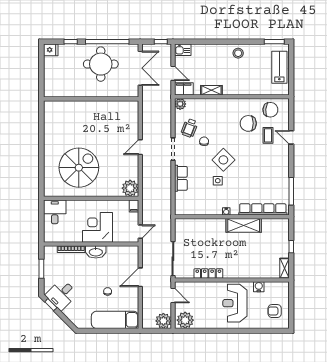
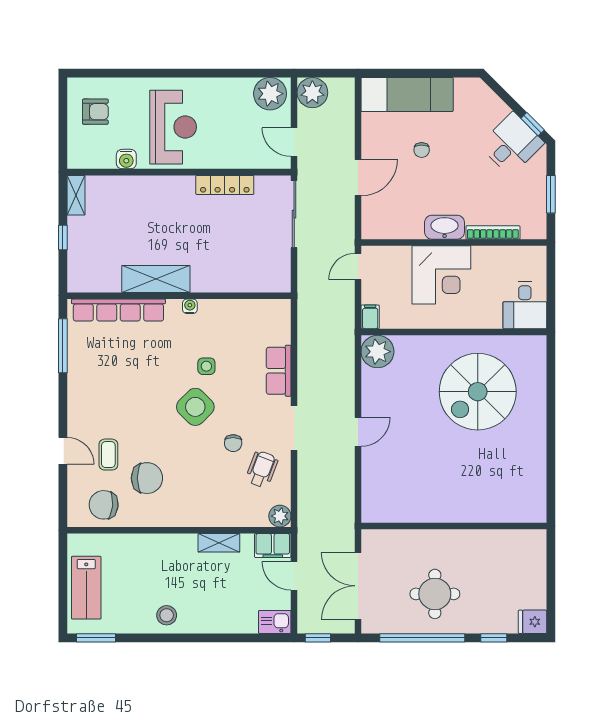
round table: (101, 64) -> (435, 594), width x0.73, depth x0.73

